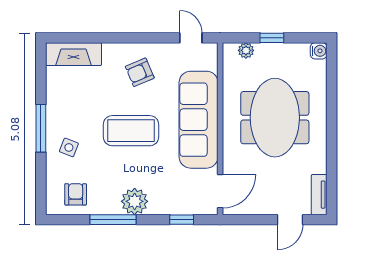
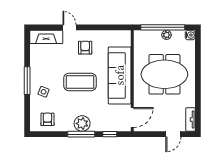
door: (191, 38) -> (69, 27), moved
window: (272, 38) -> (163, 27), width x3.17
plant: (246, 50) -> (167, 35), moved
armchair: (140, 72) -> (85, 48), turned 113
meeting table: (275, 118) -> (164, 74), turned 90
window: (113, 220) -> (81, 134), moved

